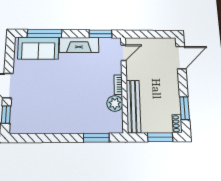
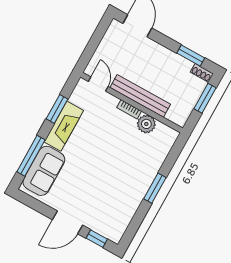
window: (100, 34) -> (57, 109), moved
bench: (133, 106) -> (140, 96), moved
window: (96, 138) -> (155, 188), moved

